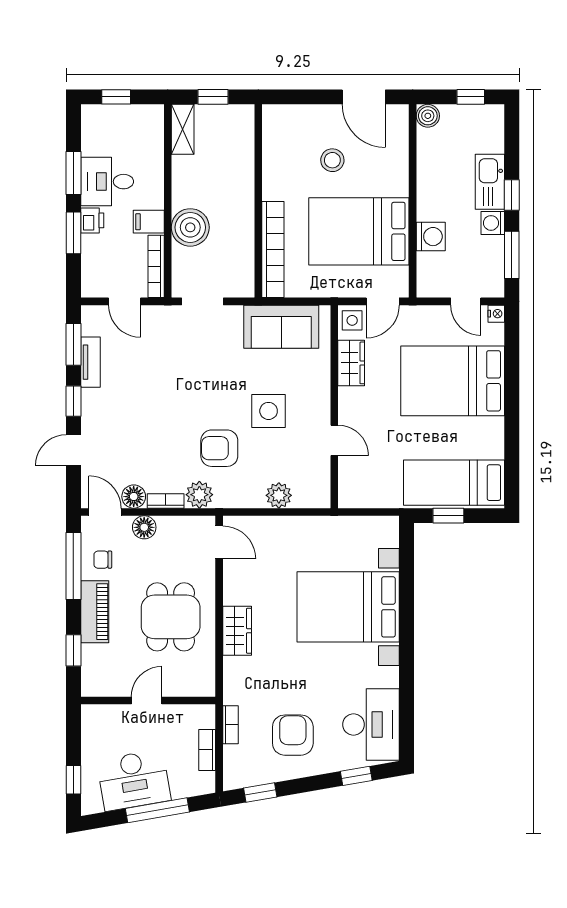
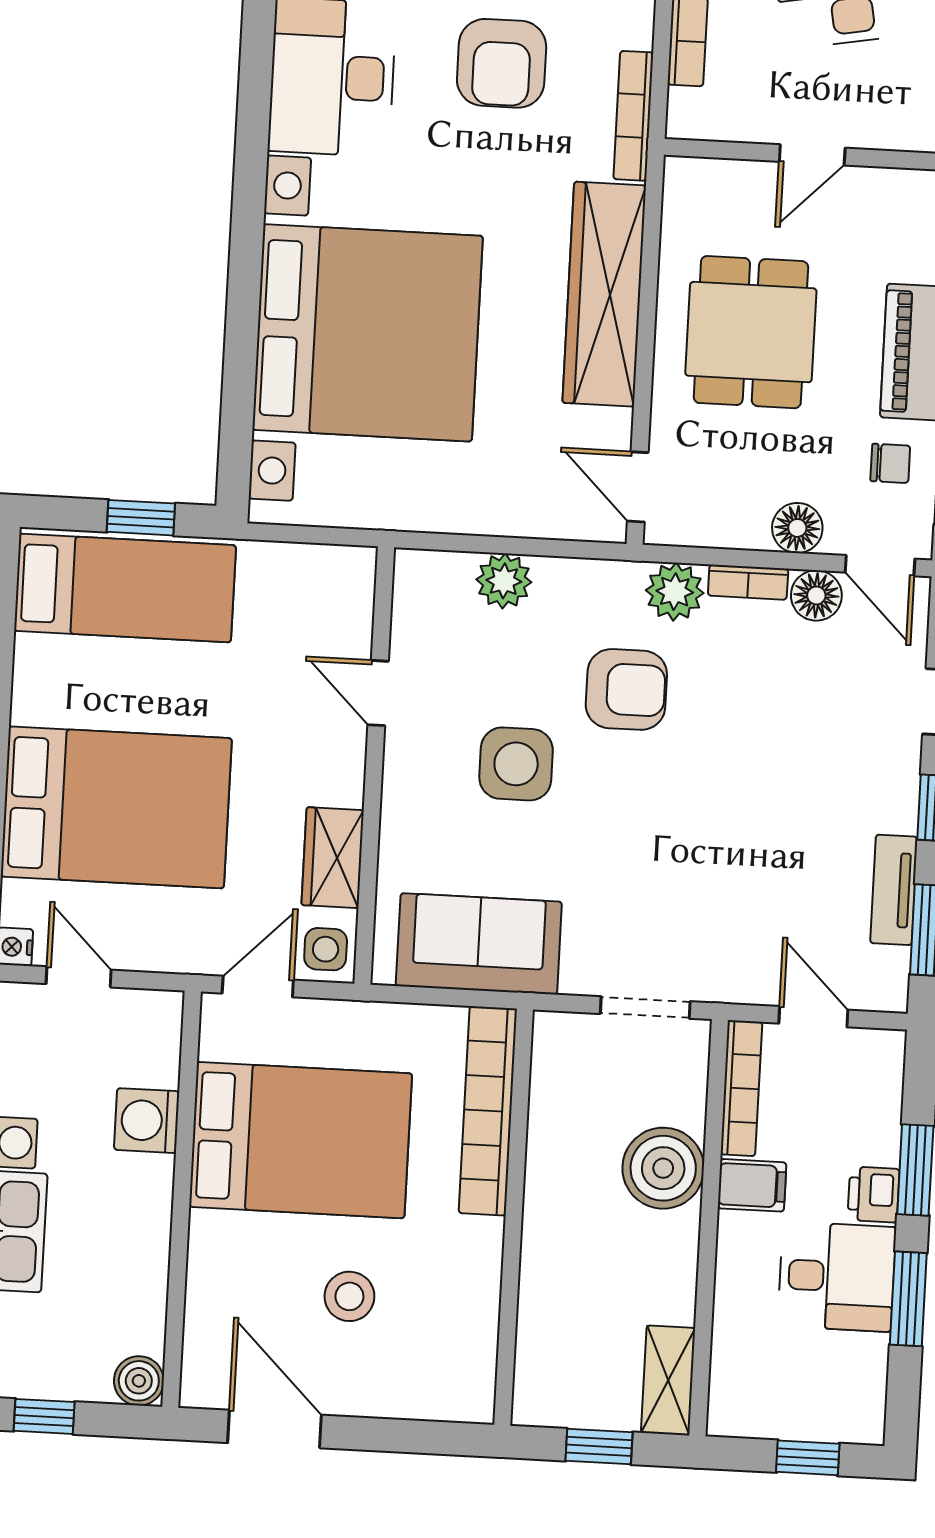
bed with nightstands: (348, 607) -> (368, 333), width x1.36
wardrobe: (237, 631) -> (604, 294), width x2.10, depth x1.17
bookcase: (230, 725) -> (633, 116), width x1.56

